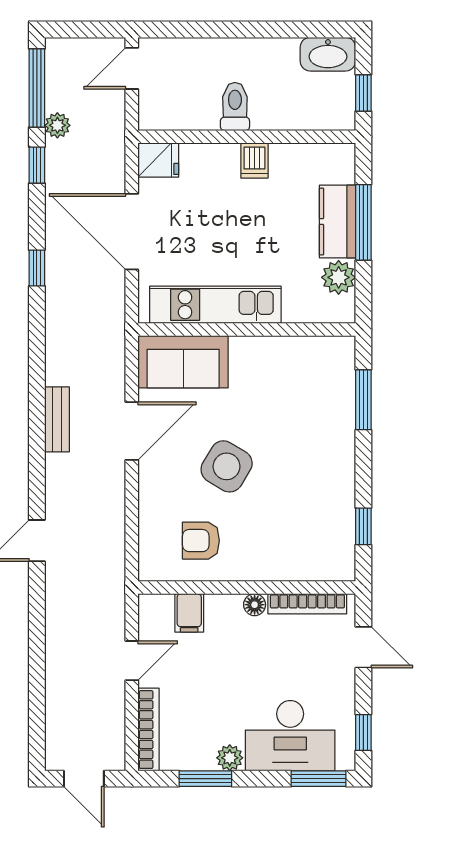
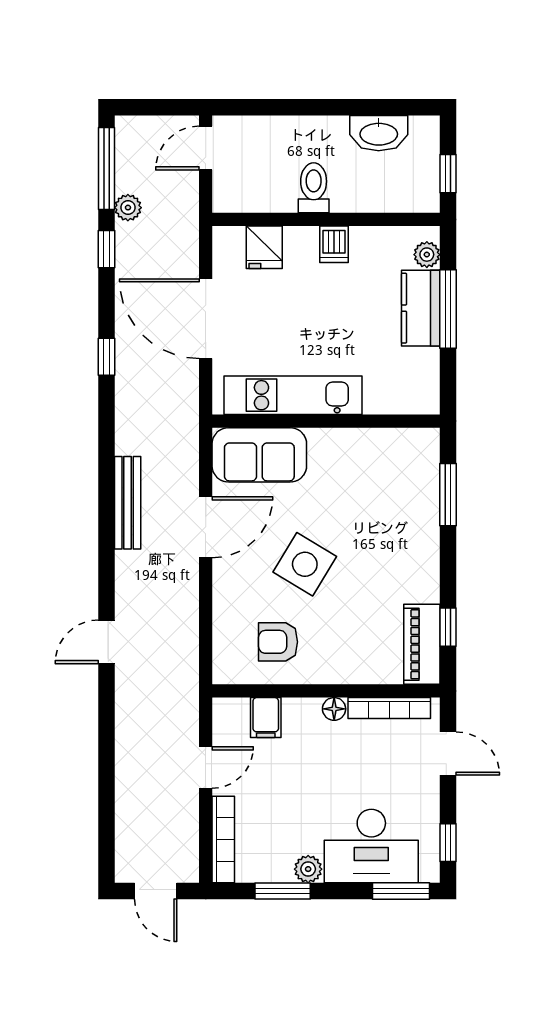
washbasin: (328, 54) -> (379, 133), moved
fridge: (158, 160) -> (264, 247), moved, turned 90
plant: (339, 277) -> (427, 255), moved, width x0.73, depth x0.73
bench: (57, 419) -> (128, 503), width x1.36
piano: (338, 543) -> (422, 644), added

